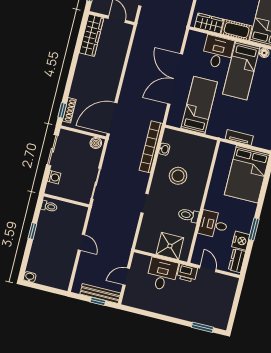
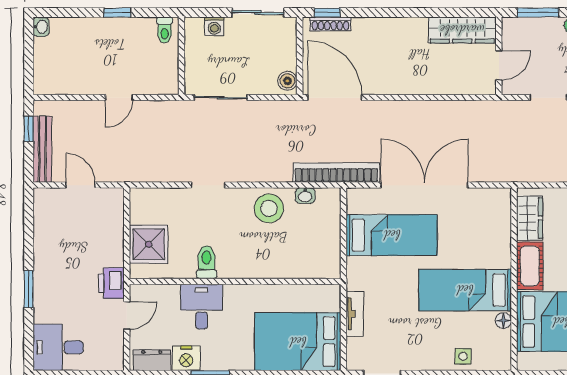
desk: (218, 52) -> (486, 244), removed
bookcase: (151, 147) -> (336, 173), moved
stool: (178, 176) -> (269, 208), moved
desk: (162, 274) -> (58, 347), moved, turned 180
window: (98, 301) -> (29, 129), moved
window: (202, 327) -> (29, 289), moved

